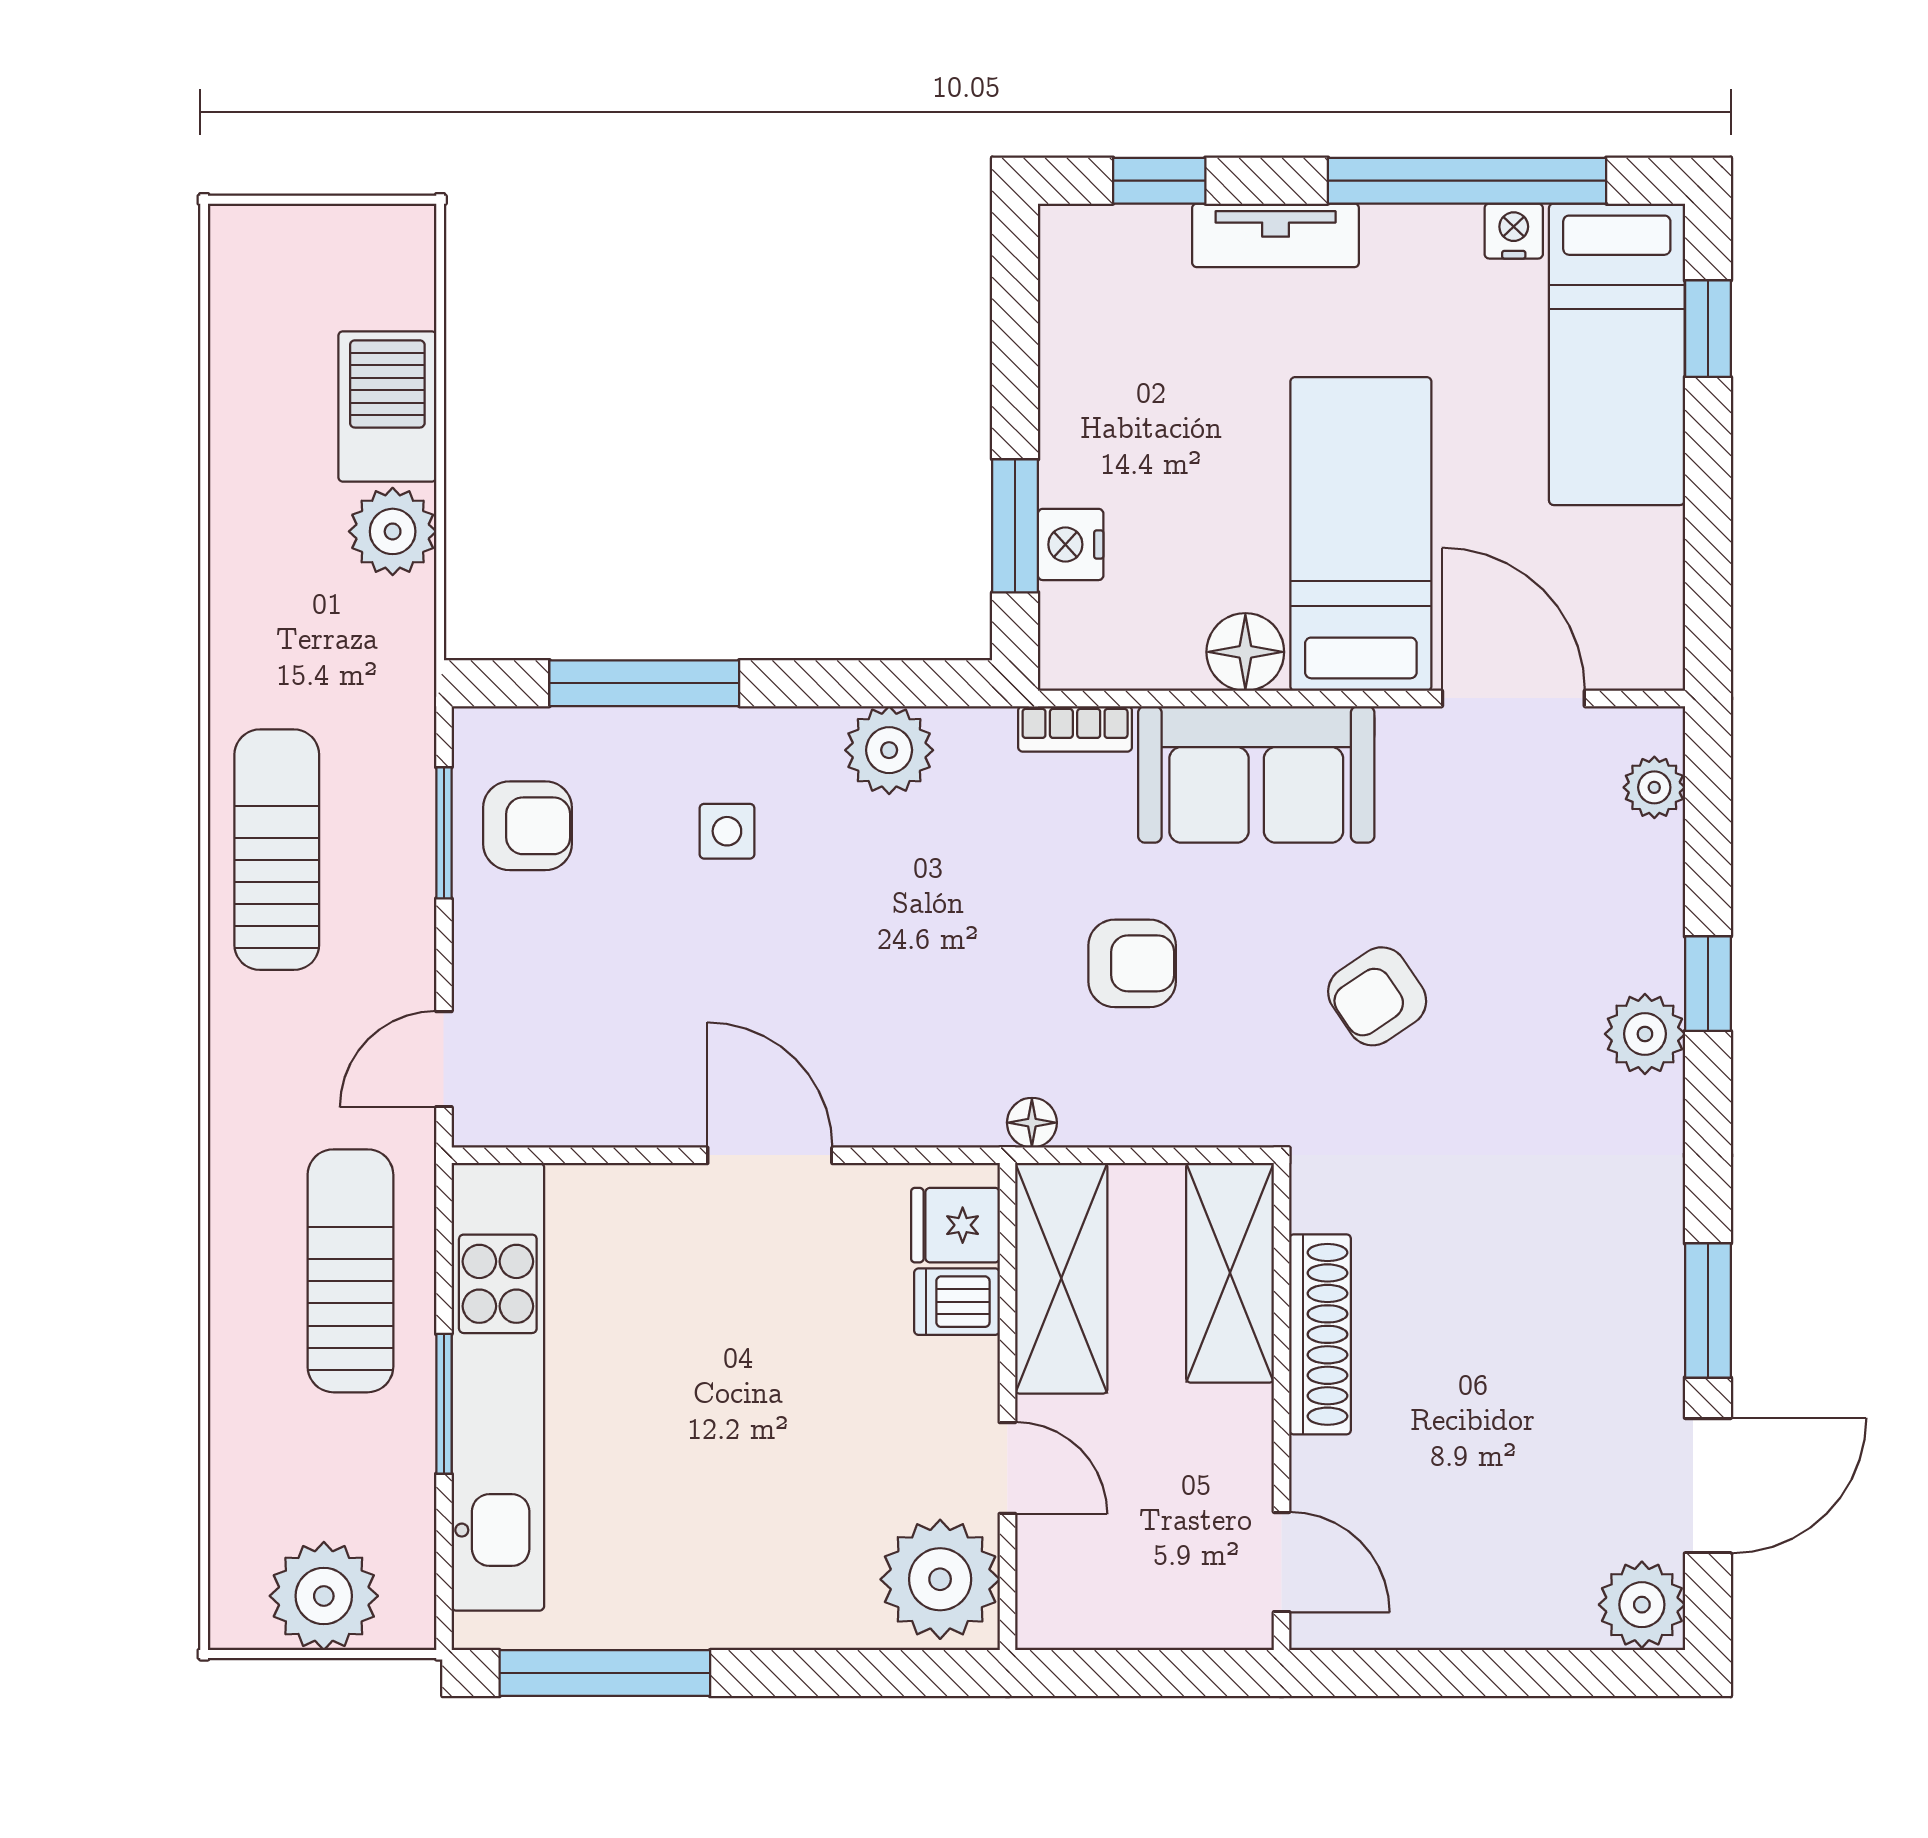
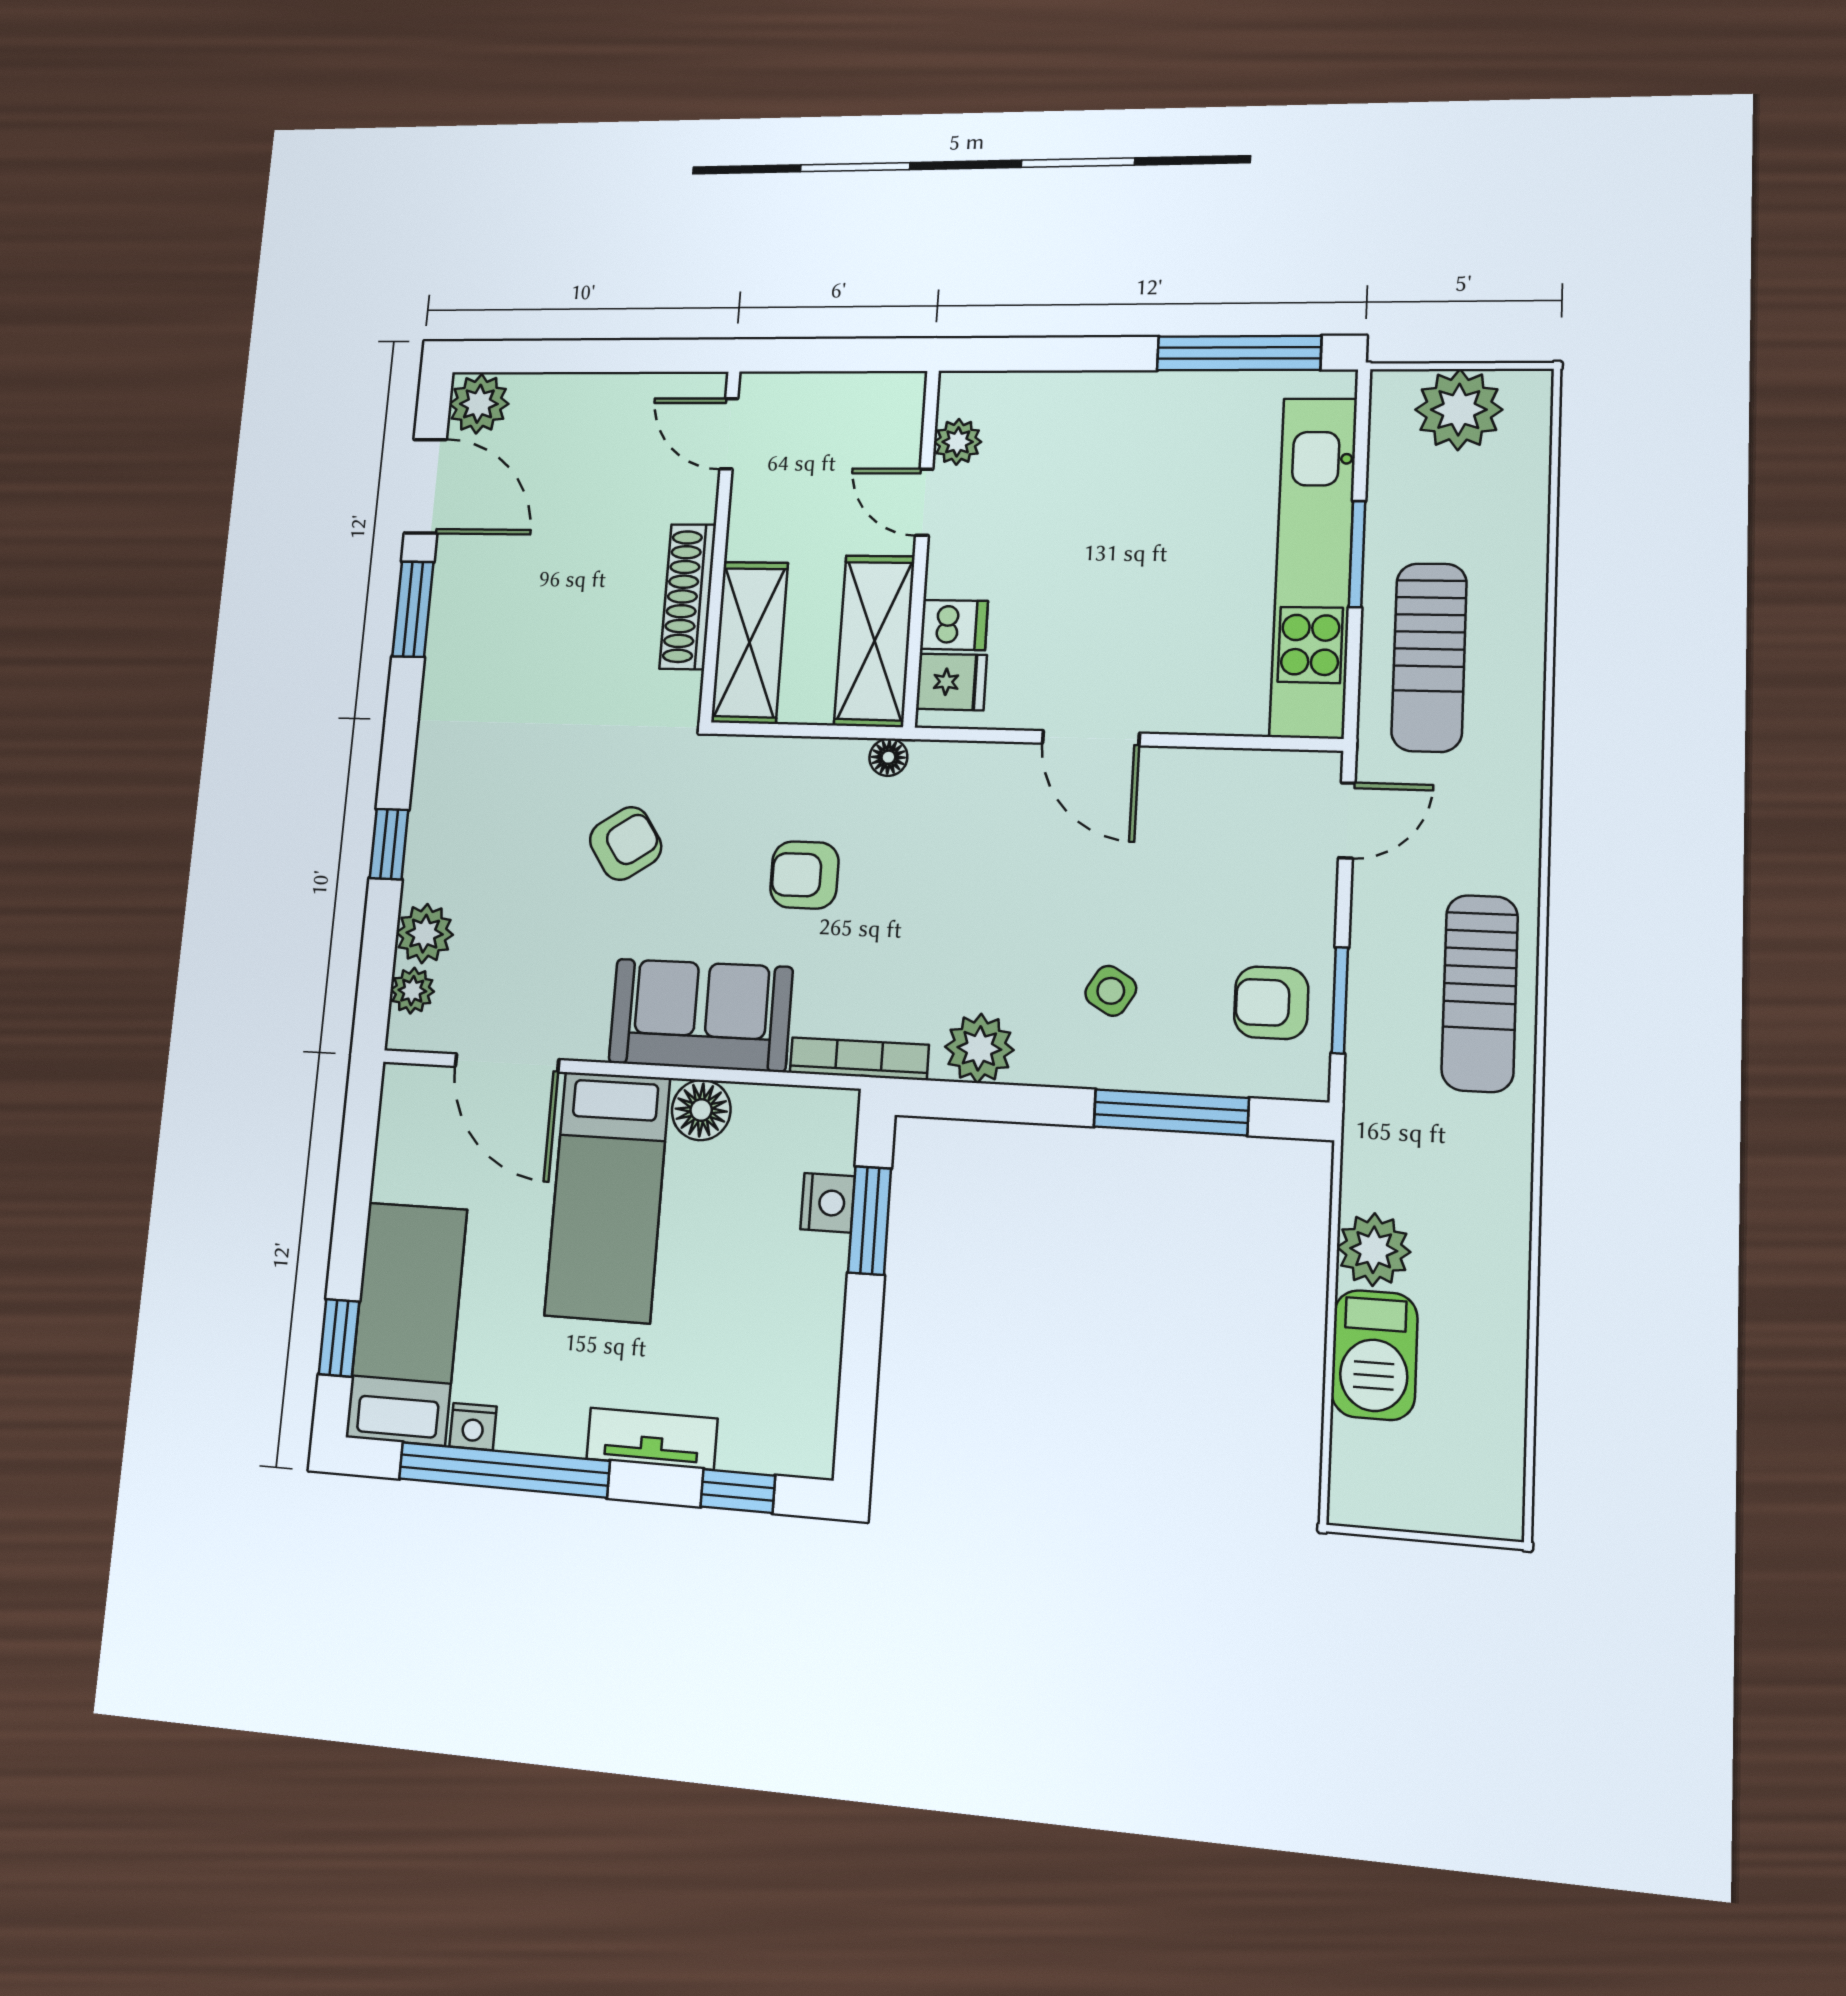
bookcase: (1075, 729) -> (859, 1059), width x1.56
side table: (727, 831) -> (1111, 991), turned 31
plant: (1645, 1034) -> (425, 934), moved
door: (1708, 1486) -> (425, 486), swing flipped
plant: (940, 1579) -> (958, 442), width x0.53, depth x0.53

